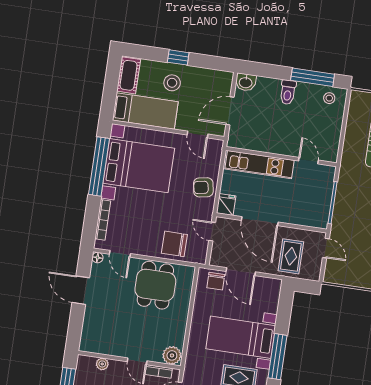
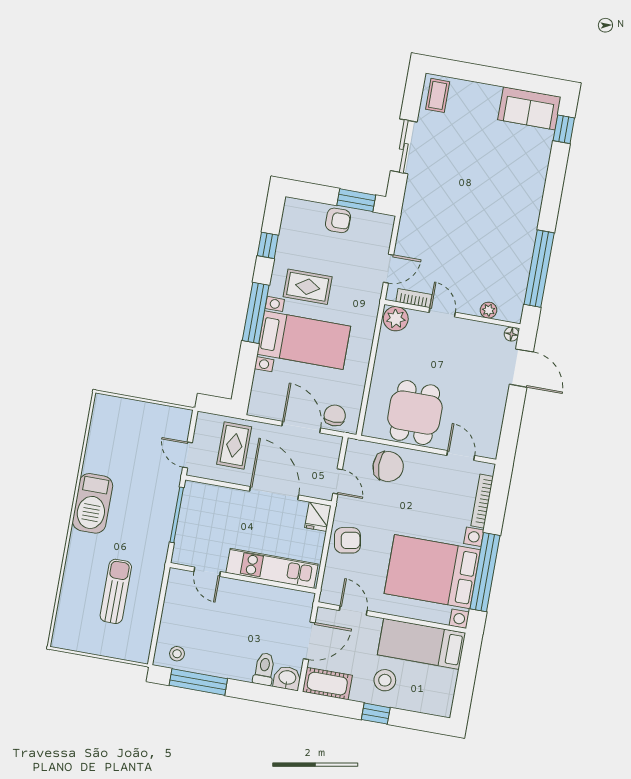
cot: (129, 75) -> (327, 684), moved, turned 90
toilet: (288, 92) -> (264, 669), moved
floor lamp: (97, 258) -> (512, 334), moved
door: (81, 290) -> (521, 368), moved

